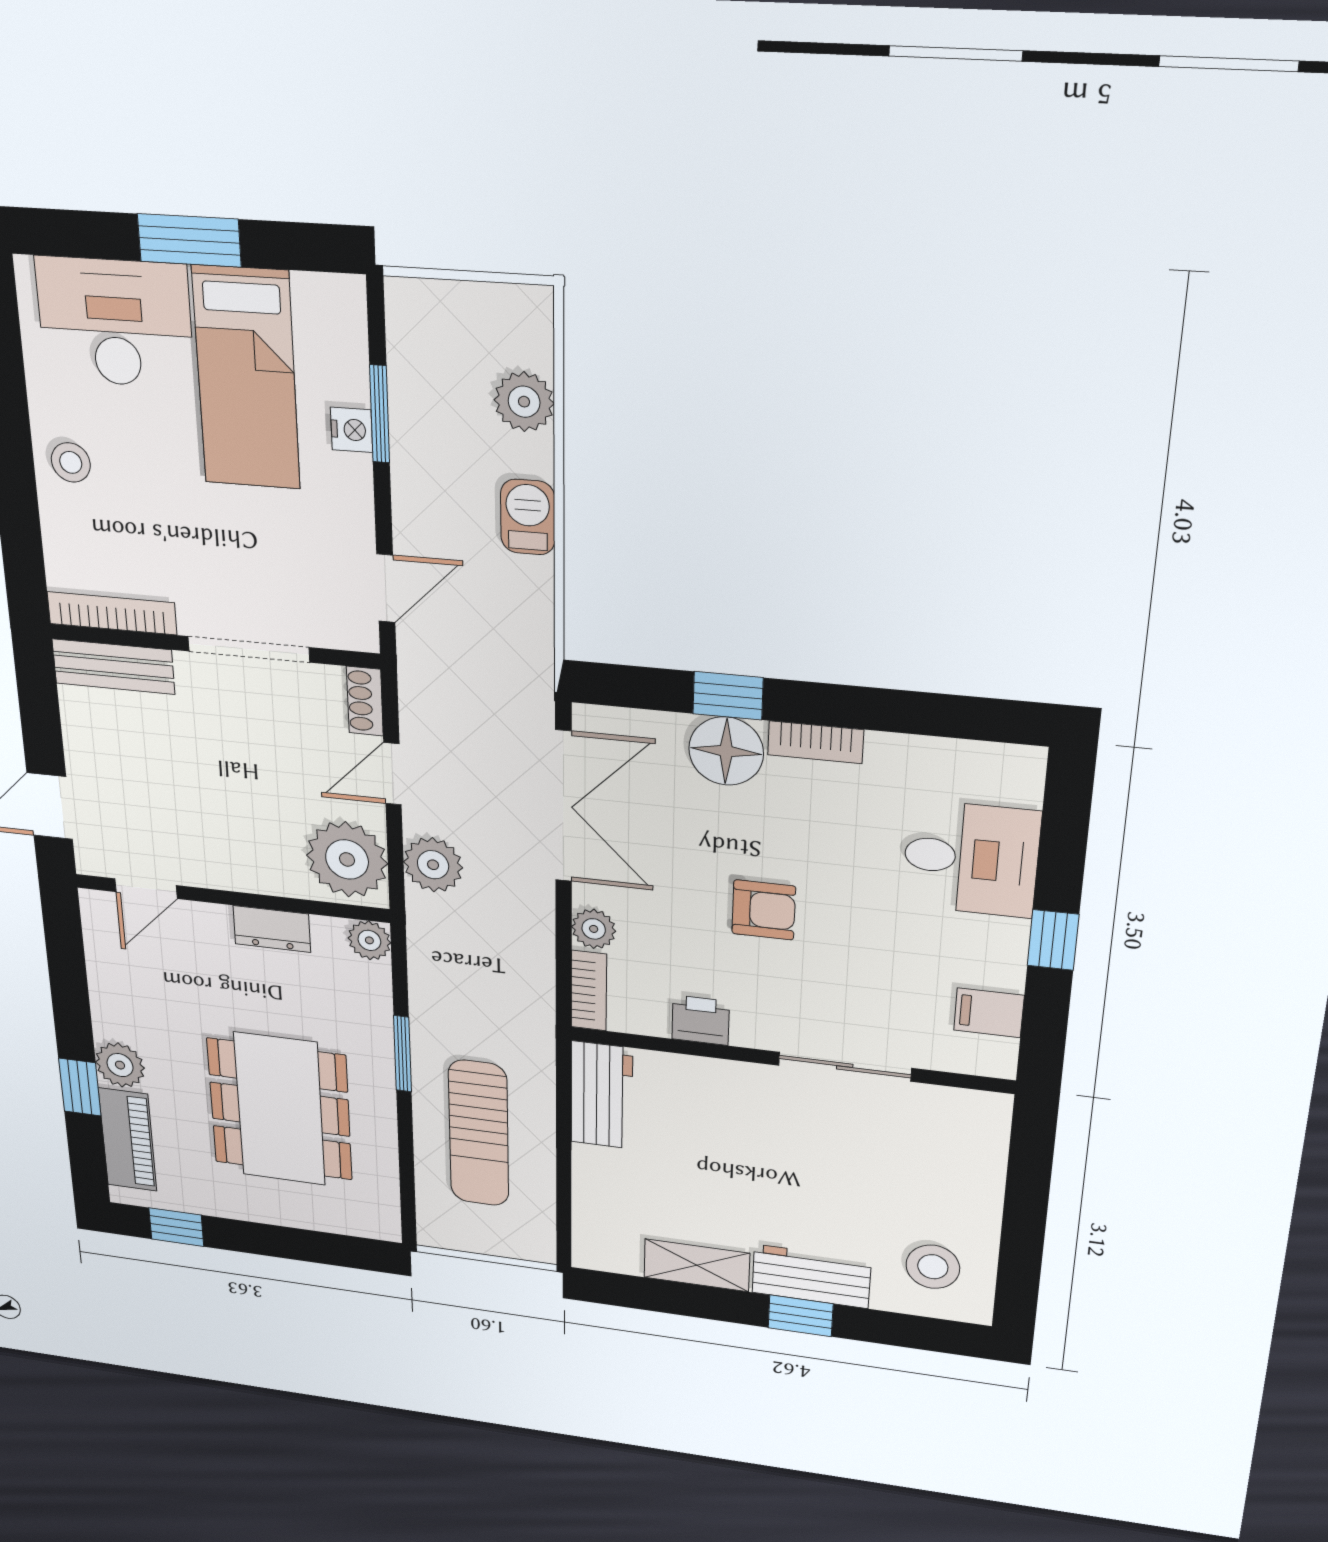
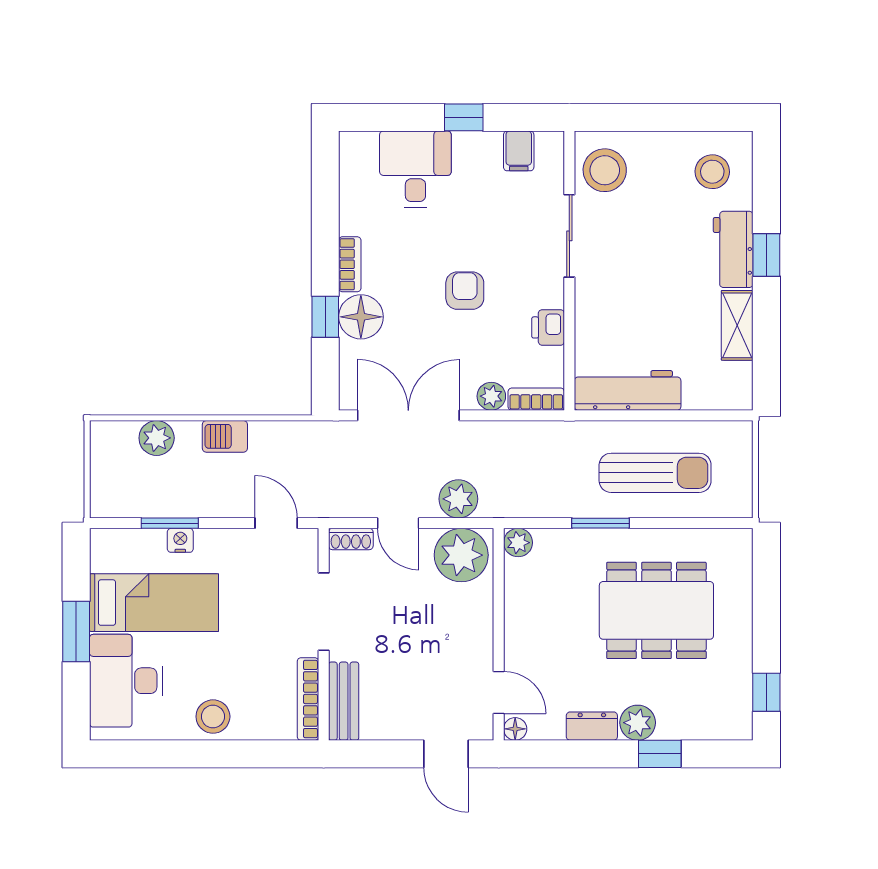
stool: (71, 462) -> (213, 717), width x1.37, depth x1.37
floor lamp: (96, 905) -> (515, 729), added
dresser: (272, 929) -> (592, 726), moved, turned -90
workbench: (602, 1095) -> (628, 390), width x1.37
stool: (947, 1127) -> (605, 170), added
piano: (128, 1140) -> (698, 722), removed

